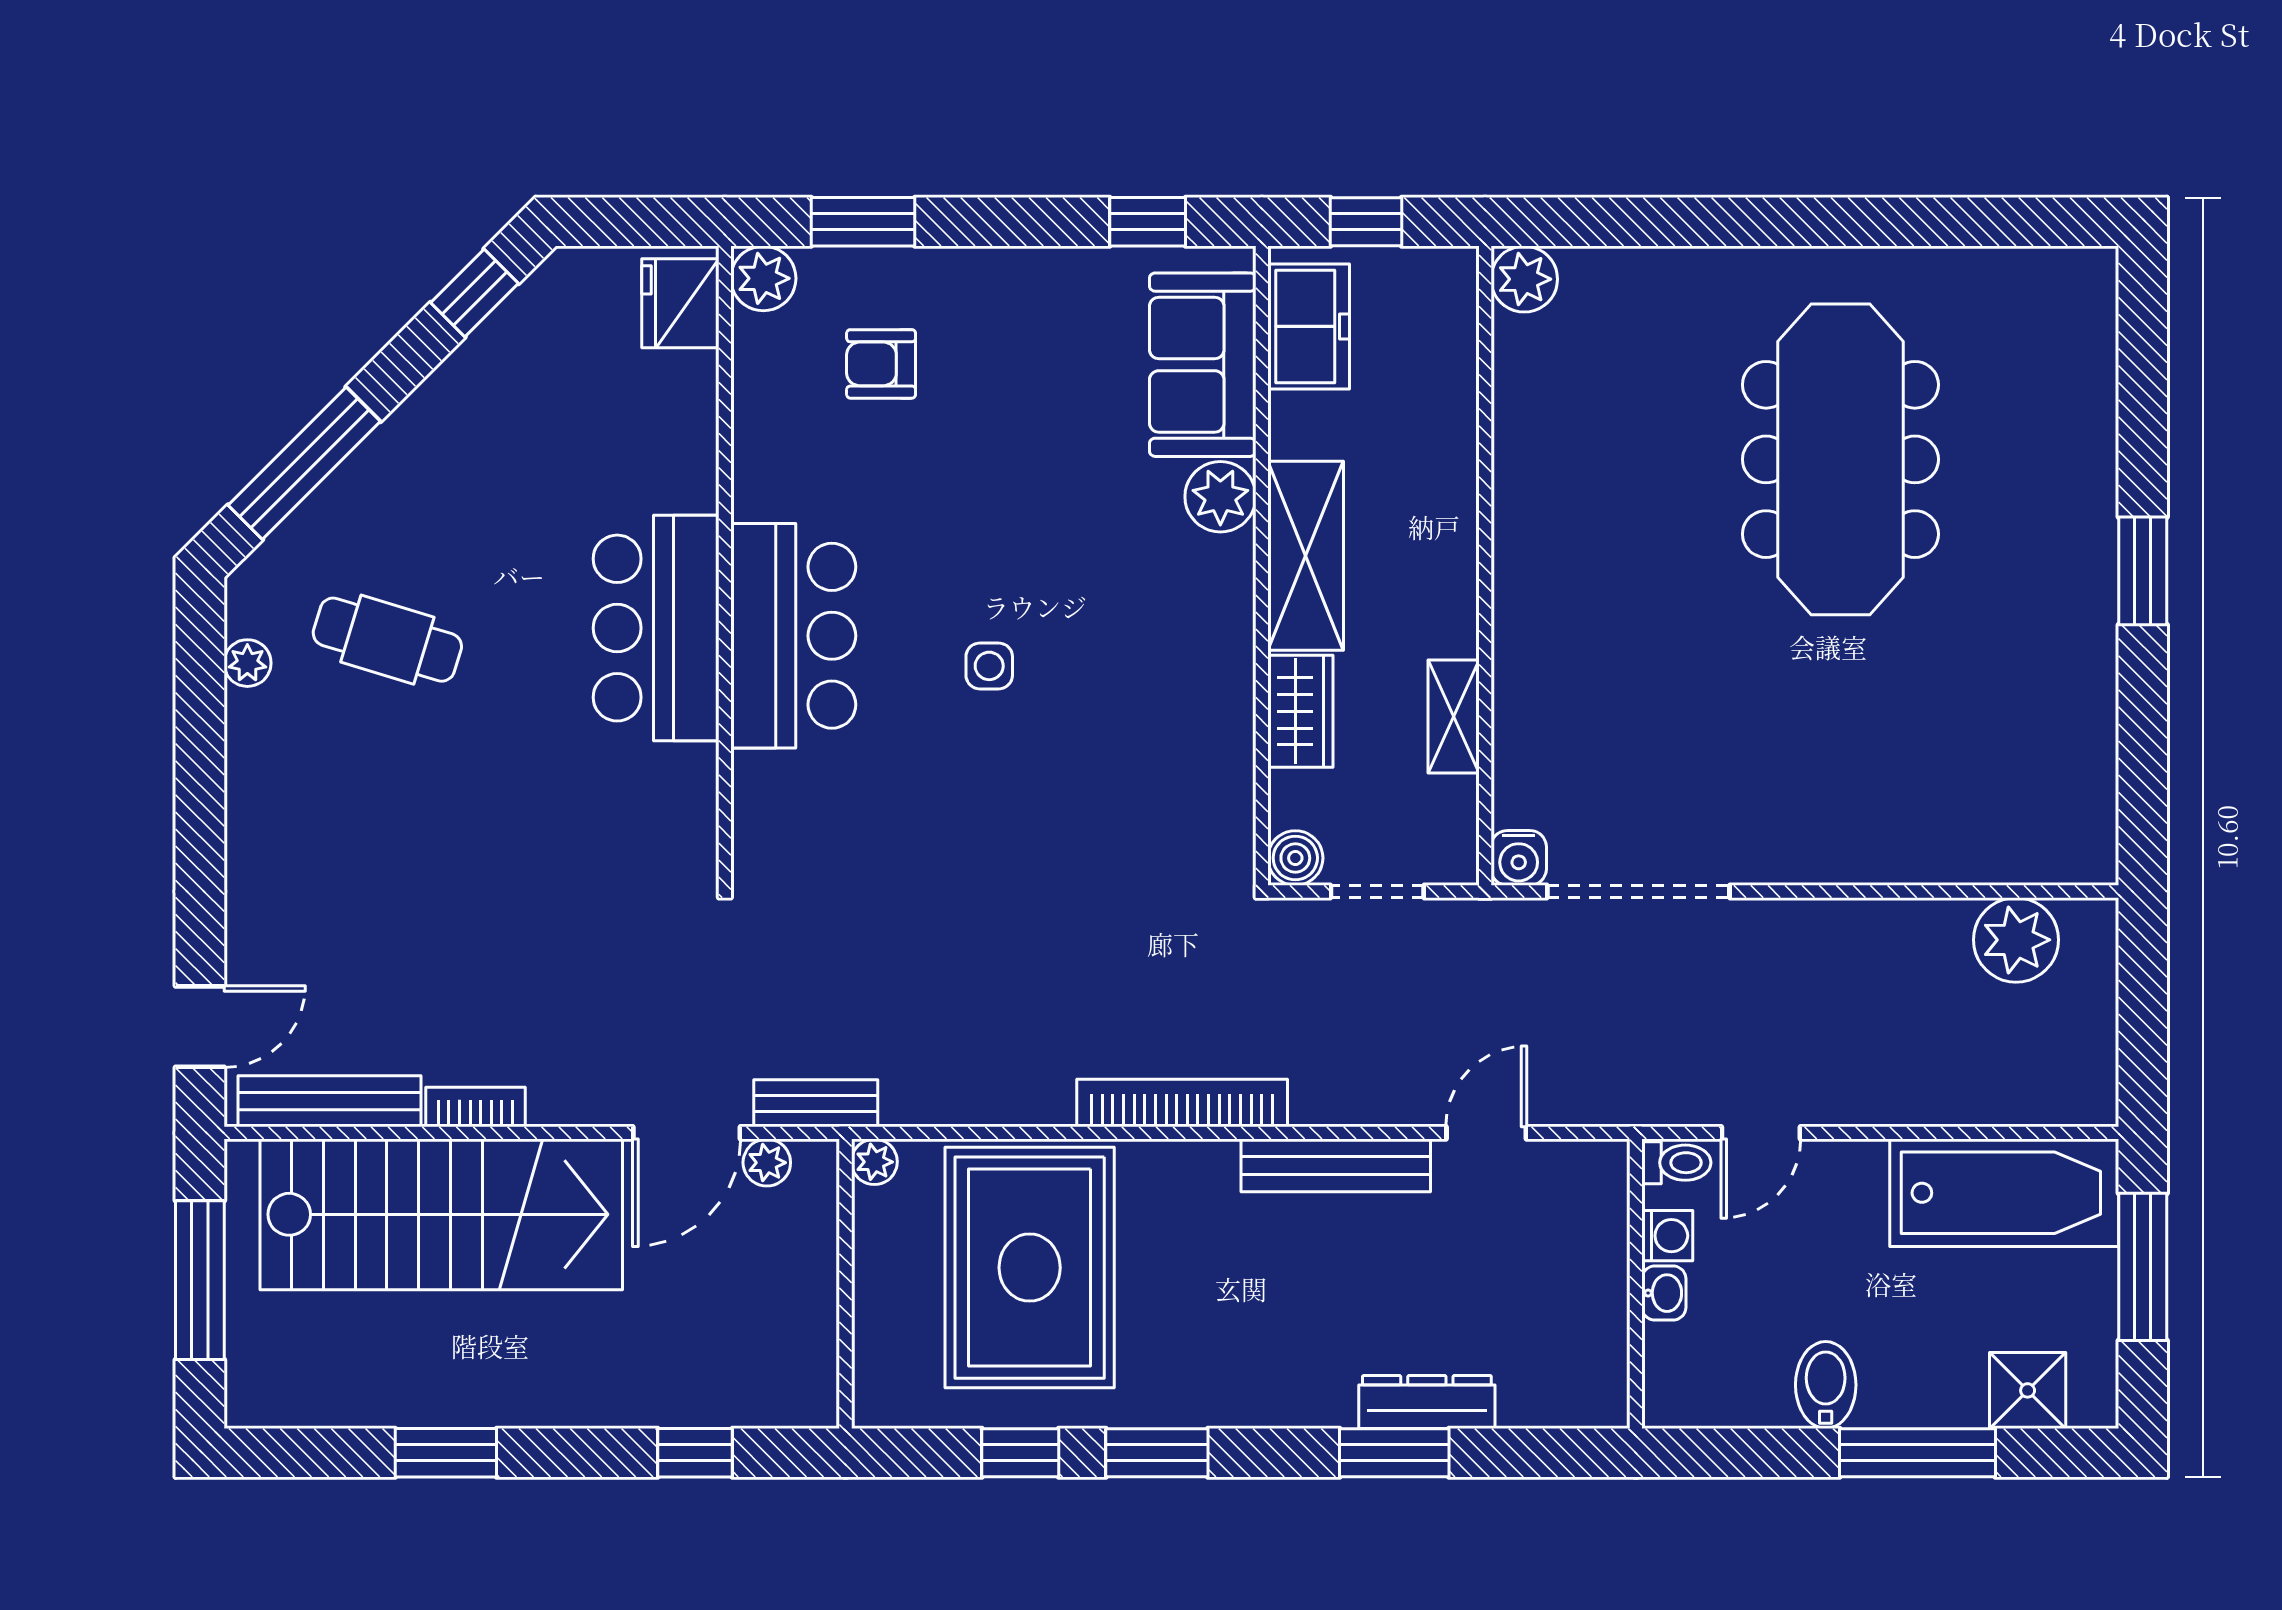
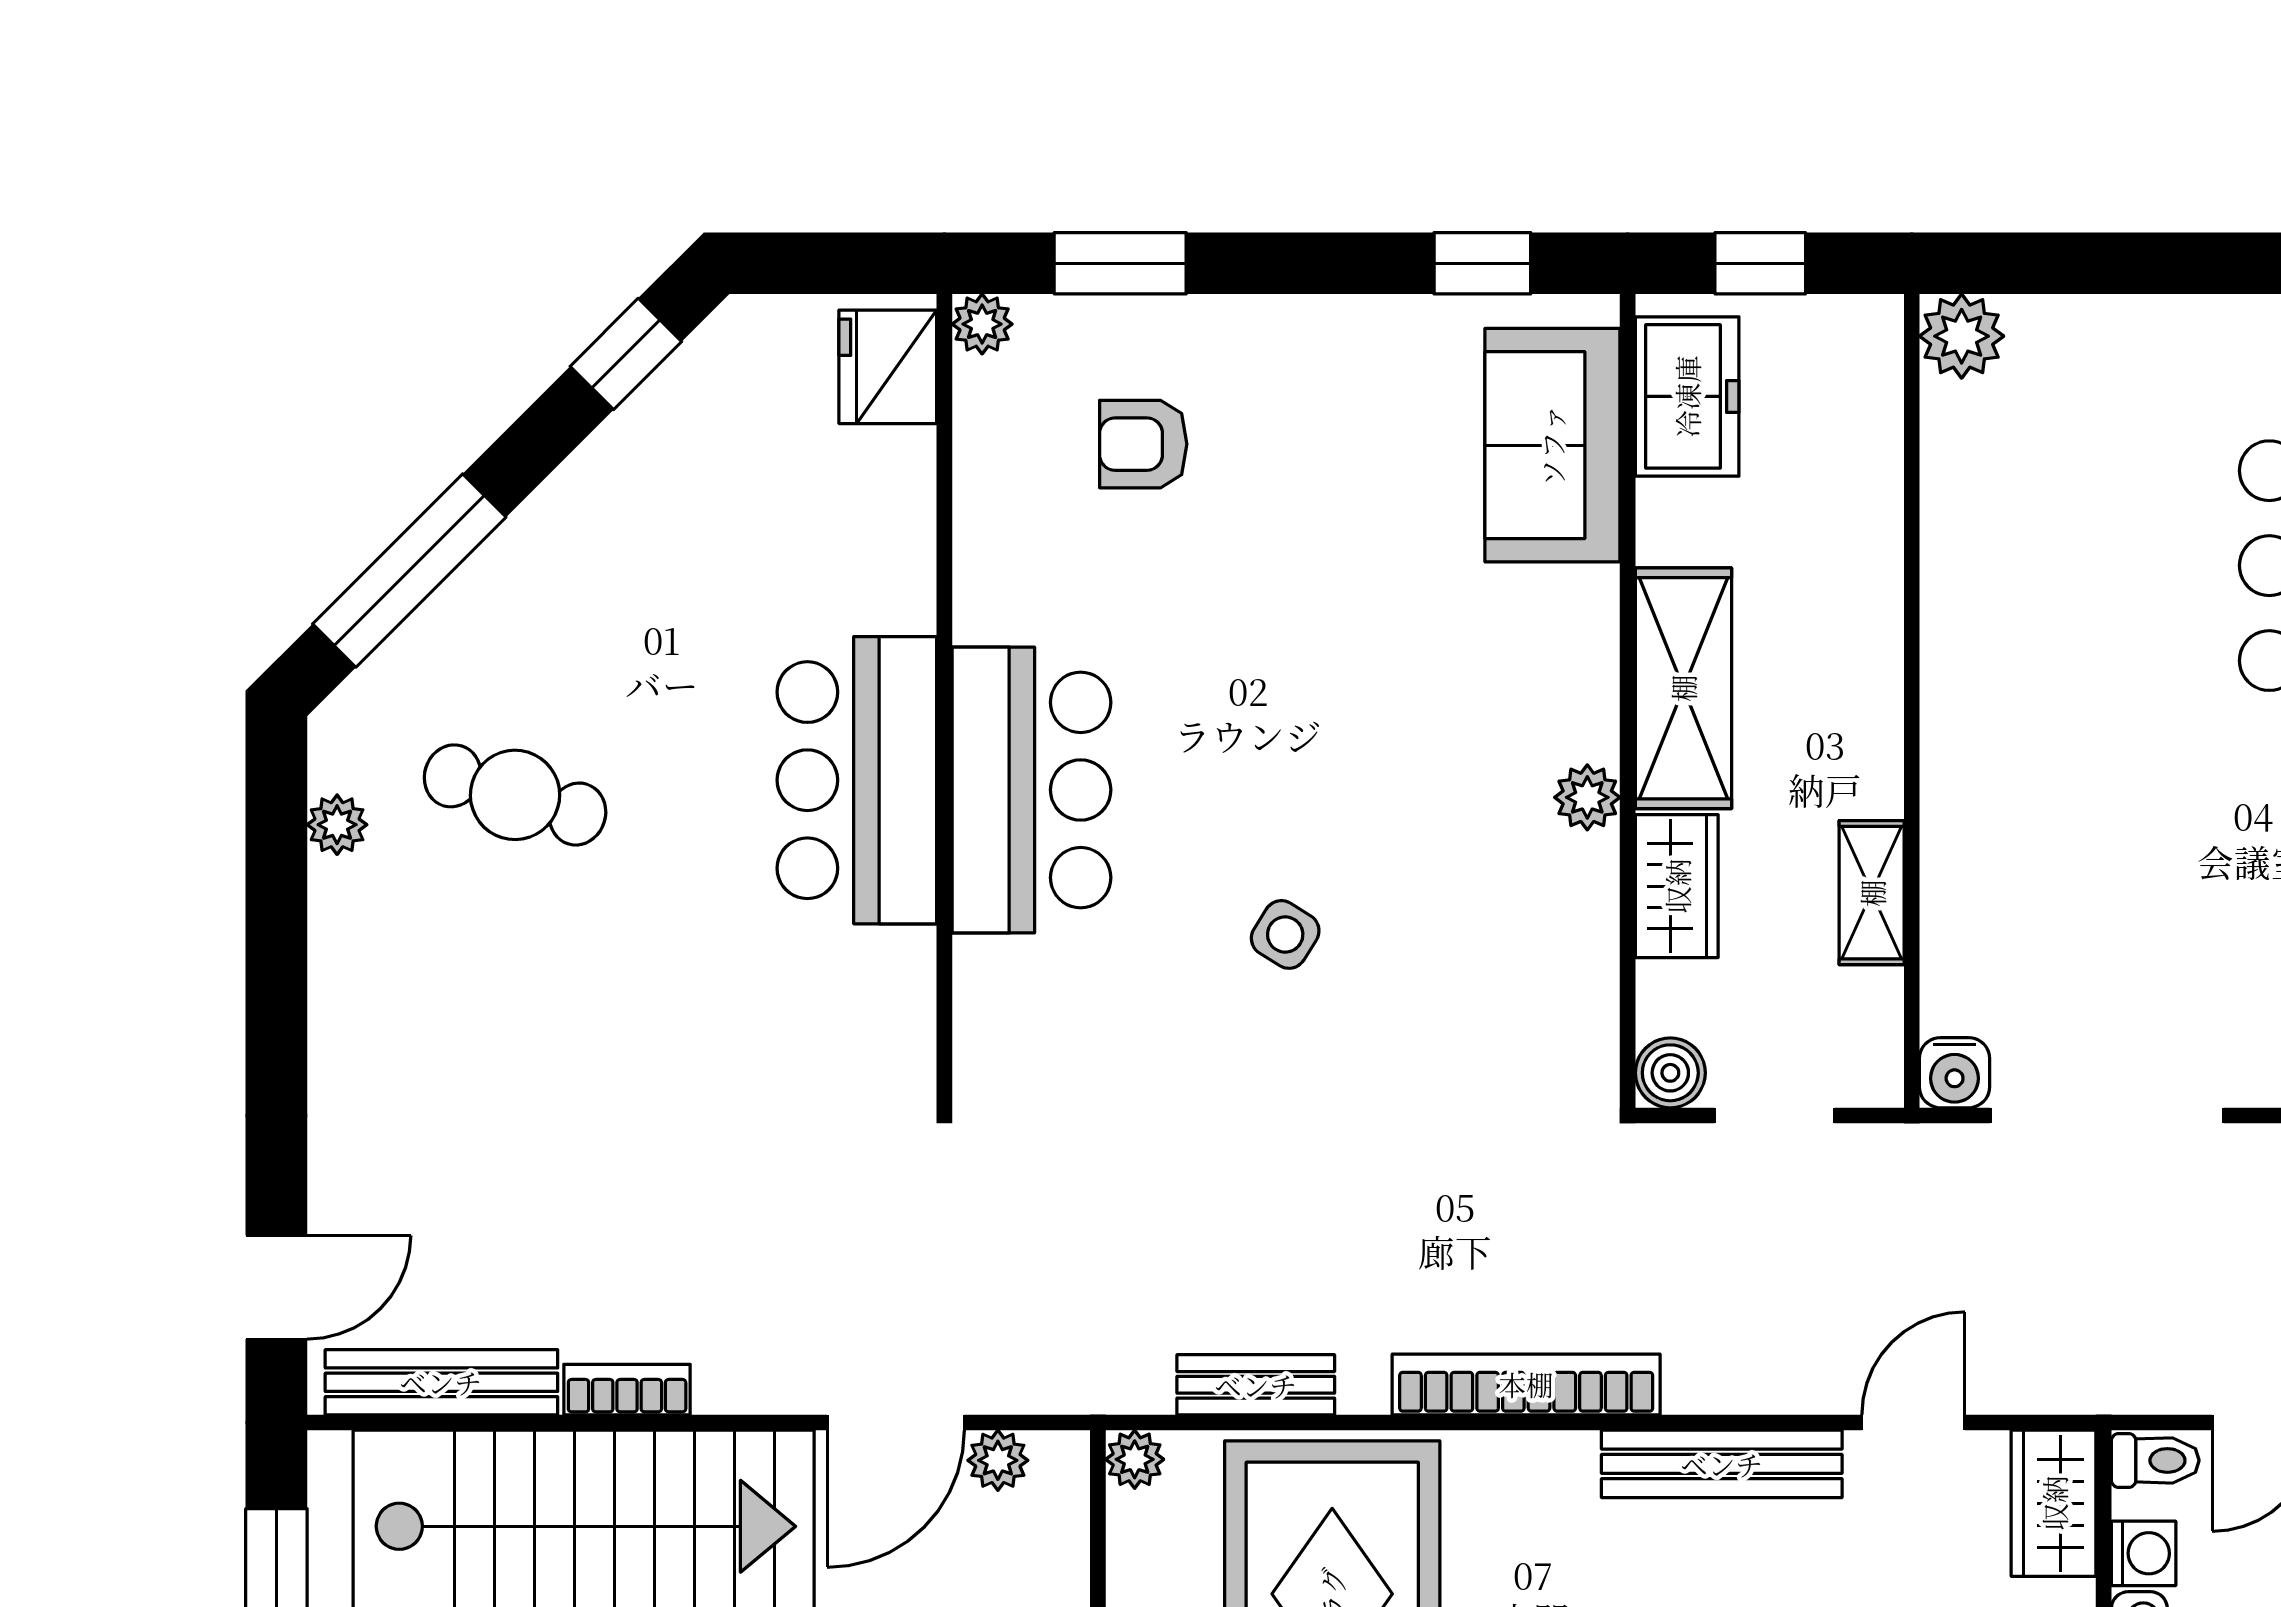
plant: (763, 278) -> (982, 324), width x0.73, depth x0.73
plant: (1220, 497) -> (1587, 797), moved, width x0.73, depth x0.73
side table: (989, 666) -> (1285, 934), moved, turned 32
bench: (816, 1103) -> (1256, 1385), moved
wardrobe: (1597, 1196) -> (2054, 1503), added

